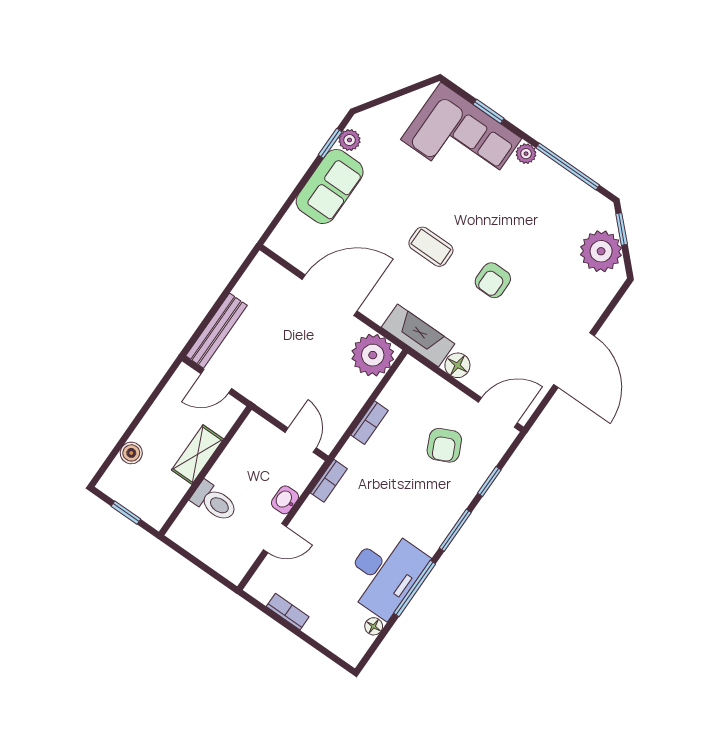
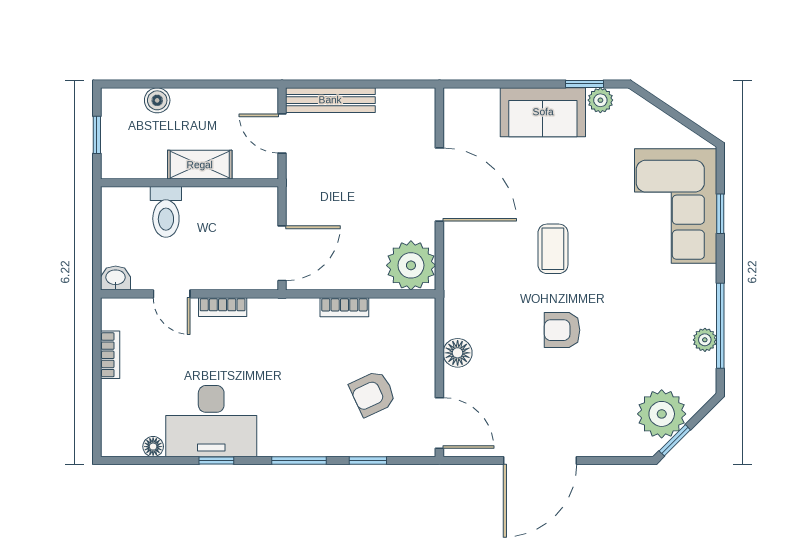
plant: (526, 154) -> (705, 340), moved
window: (622, 229) -> (675, 440), moved
fireplace: (418, 335) -> (460, 295), removed
door: (301, 440) -> (282, 253), width x1.38
bookcase: (329, 481) -> (223, 307), moved
washbasin: (285, 500) -> (116, 278), moved
window: (415, 588) -> (216, 460), width x0.46

